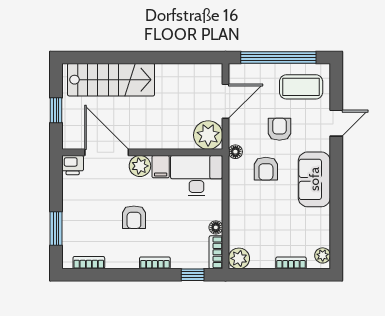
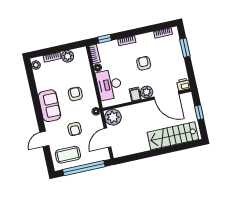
armchair: (266, 169) -> (75, 94), moved
desk: (196, 176) -> (109, 85), moved, turned 90
plant: (239, 258) -> (68, 56), moved

